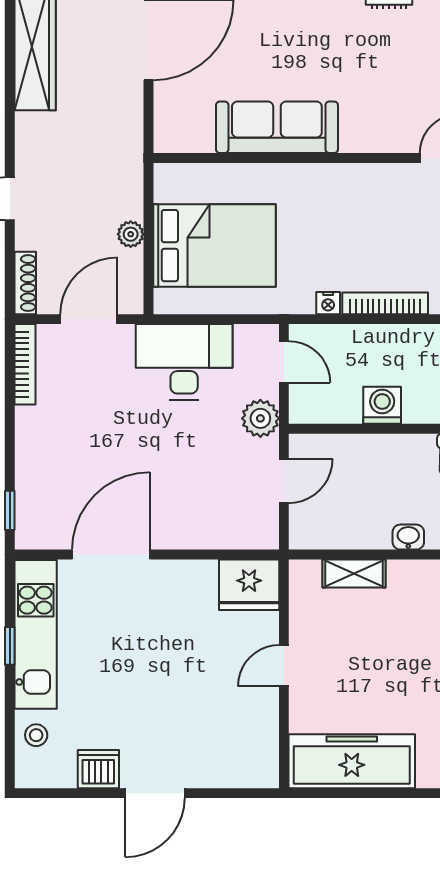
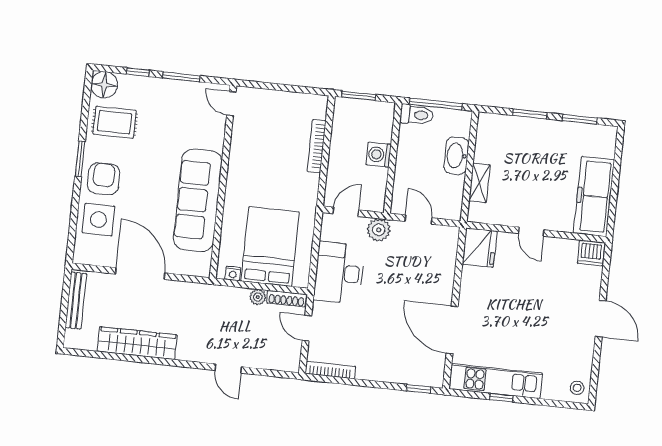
sofa: (277, 127) -> (198, 200), width x1.36, depth x1.27
shoe rack: (25, 283) -> (286, 299), moved, turned 180
nightstand: (328, 303) -> (233, 274), moved, turned 90
door: (89, 319) -> (307, 328), width x0.73
washbasin: (408, 537) -> (456, 156), width x1.91, depth x1.45
stool: (36, 735) -> (577, 388), moved
dishwasher: (98, 769) -> (591, 253), moved, turned -90

